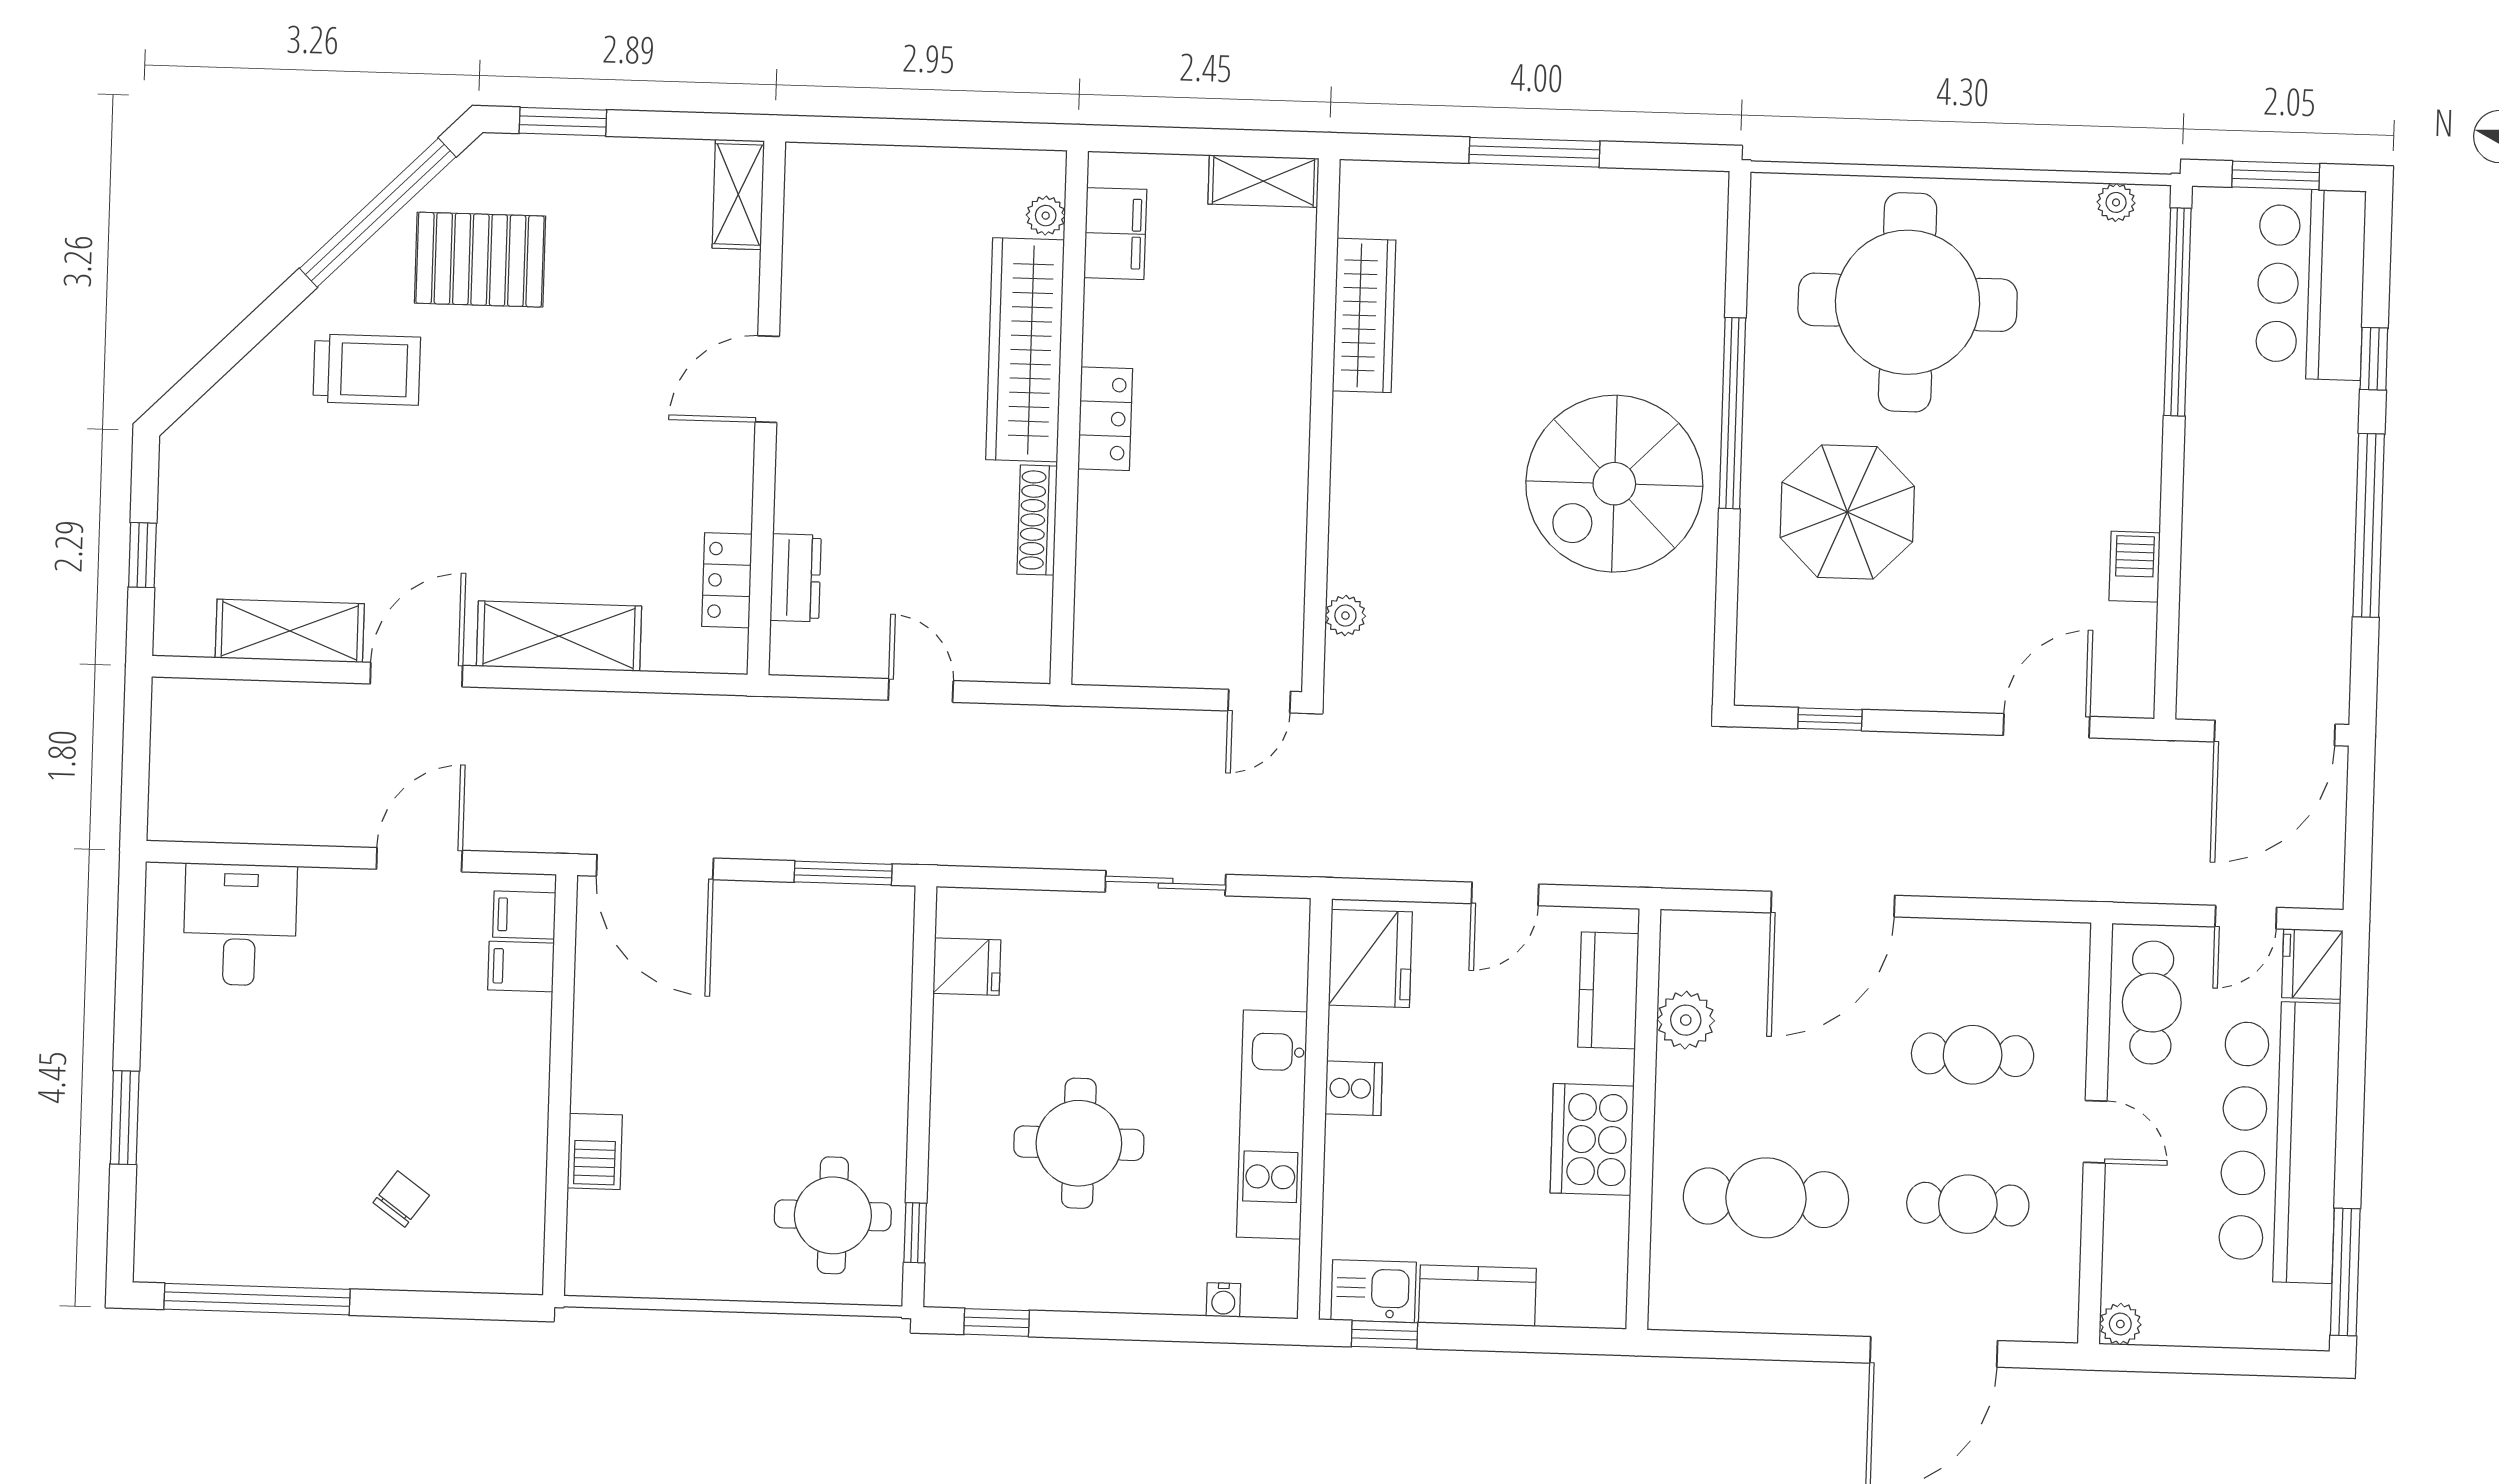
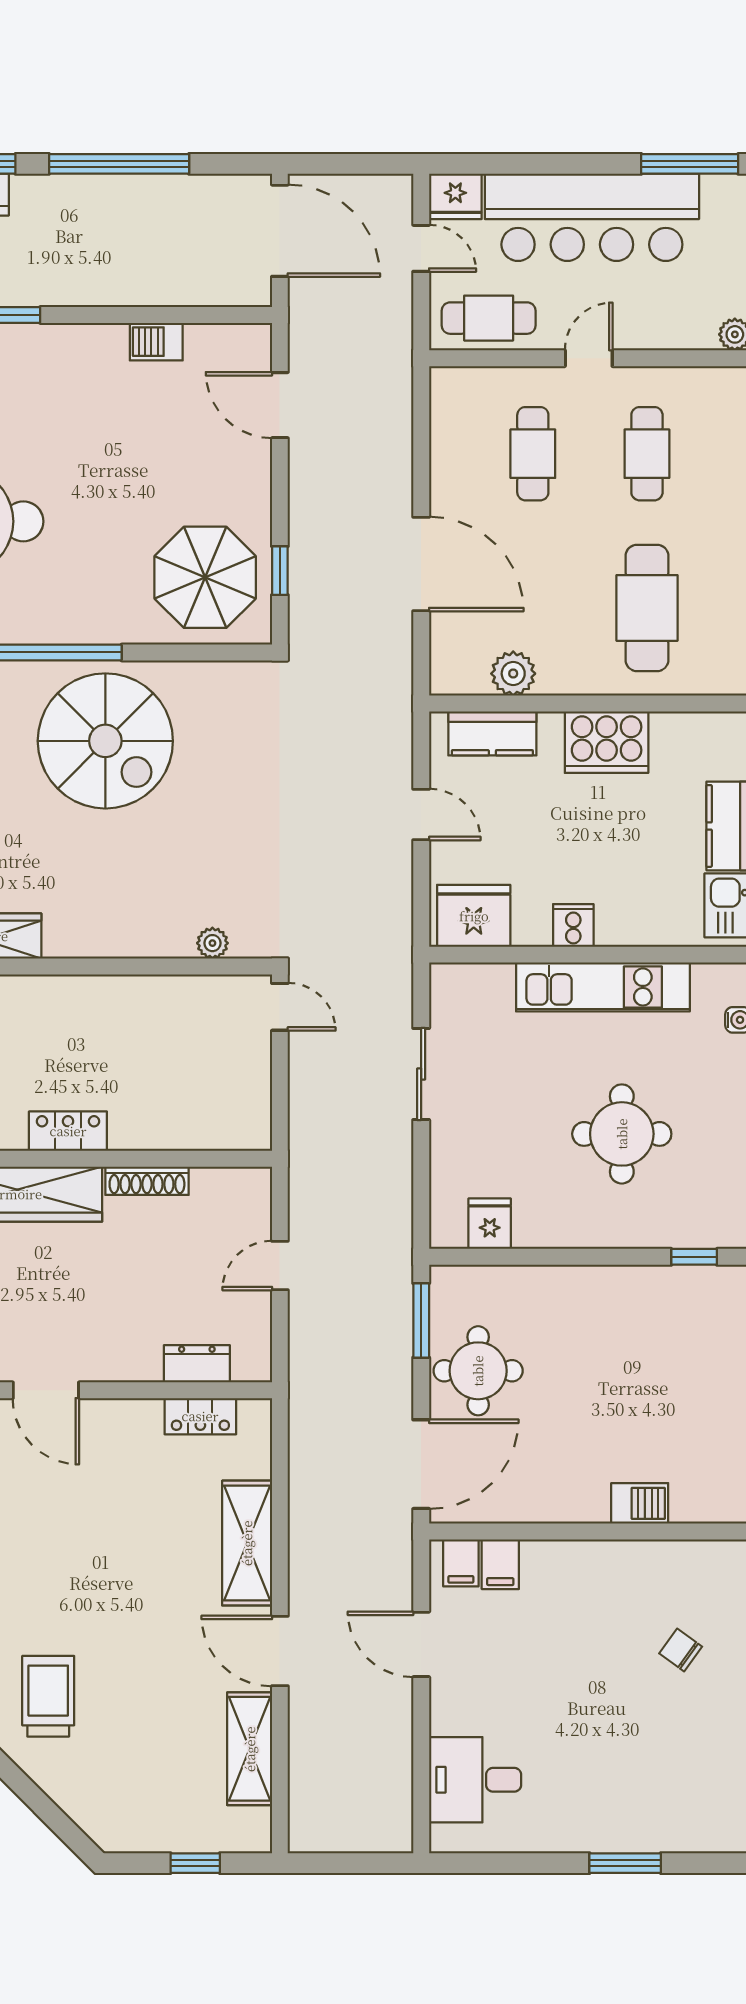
parasol: (1847, 512) -> (205, 577), moved
round table: (833, 1215) -> (478, 1371), moved

